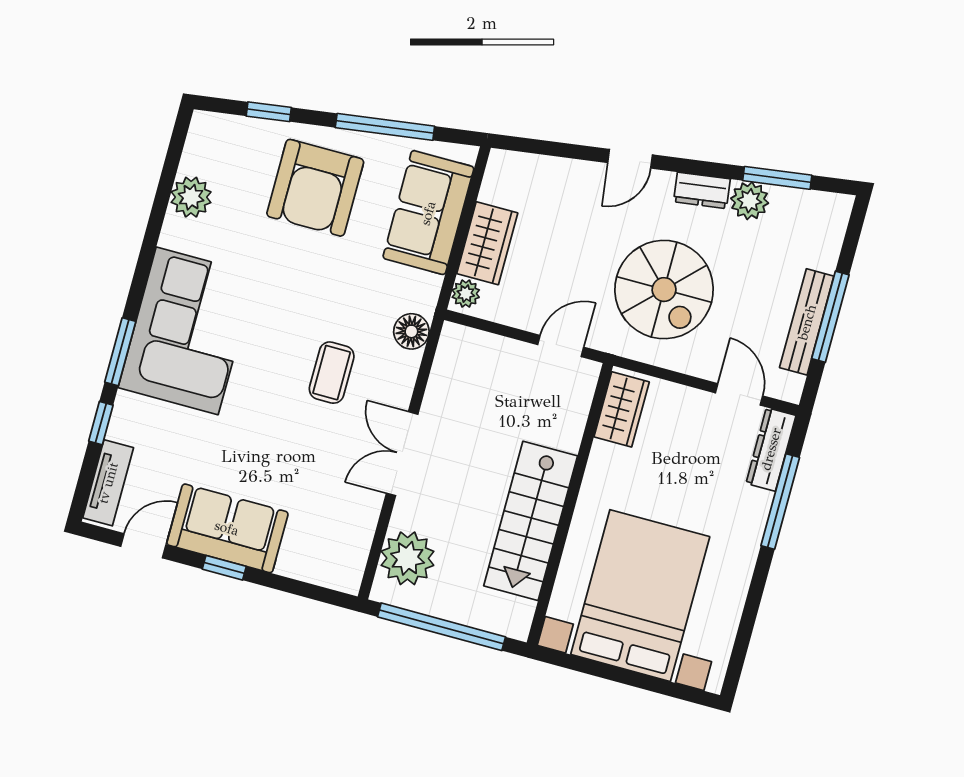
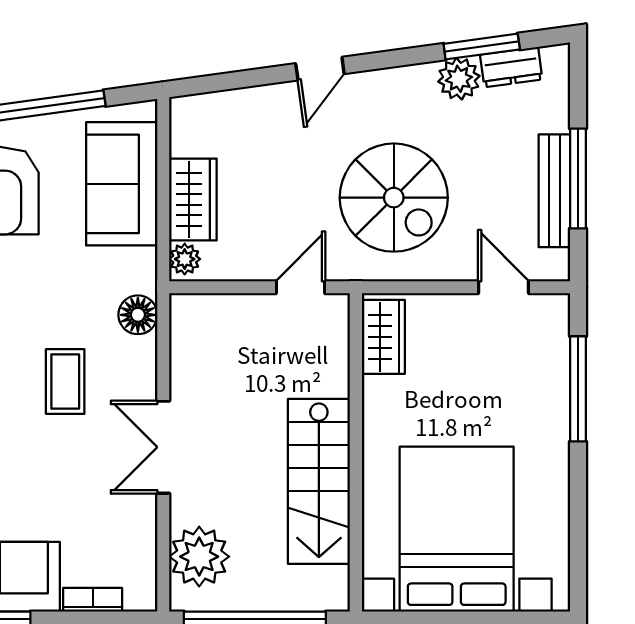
dresser: (702, 190) -> (511, 67), moved
dresser: (771, 449) -> (553, 336), removed
bookcase: (304, 571) -> (93, 600), added

